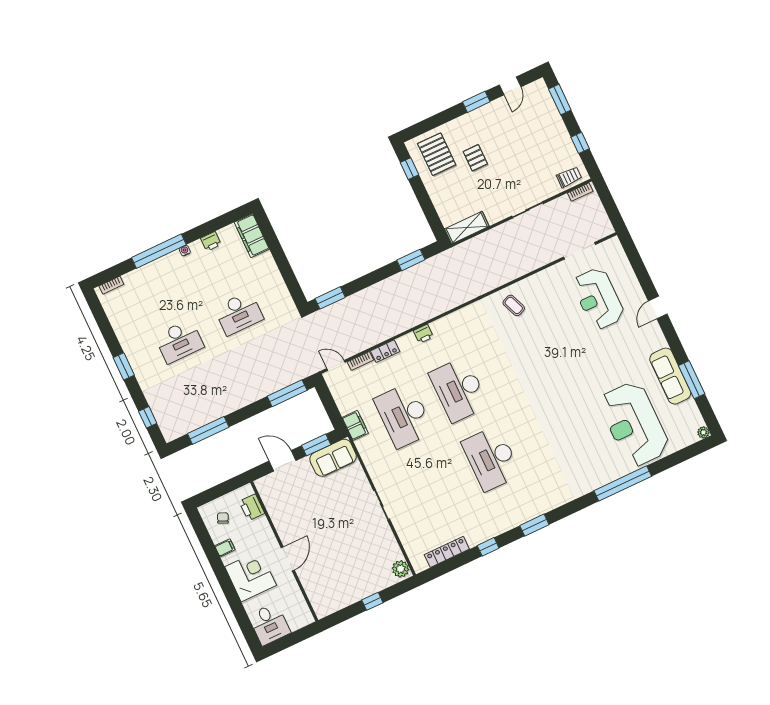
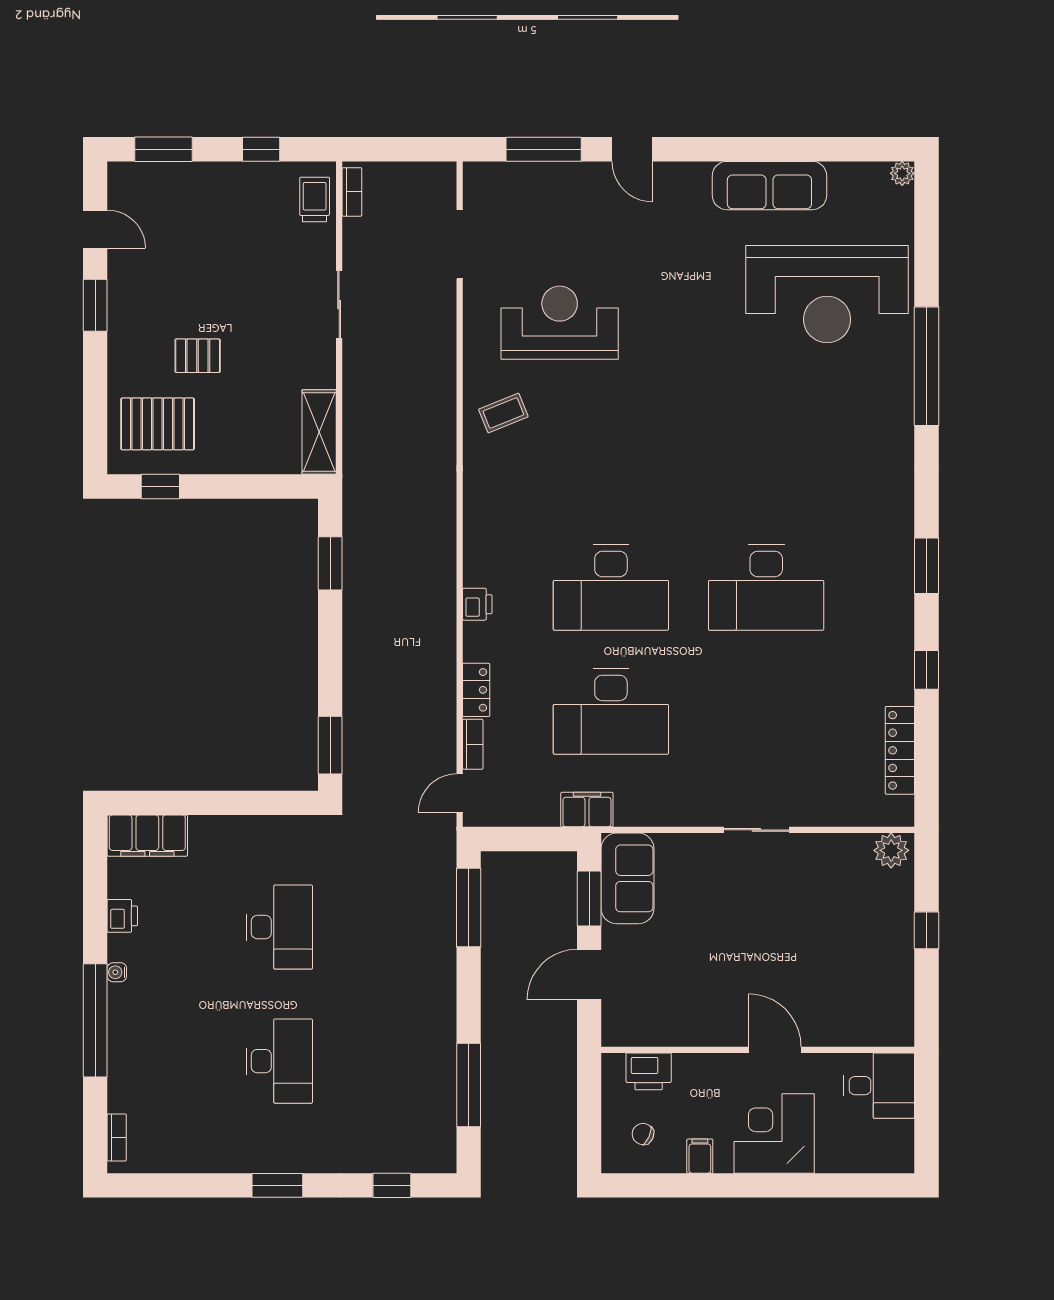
reception desk: (598, 299) -> (560, 323), moved, turned 180
window: (692, 380) -> (544, 149), moved
desk: (269, 624) -> (879, 1086), moved

